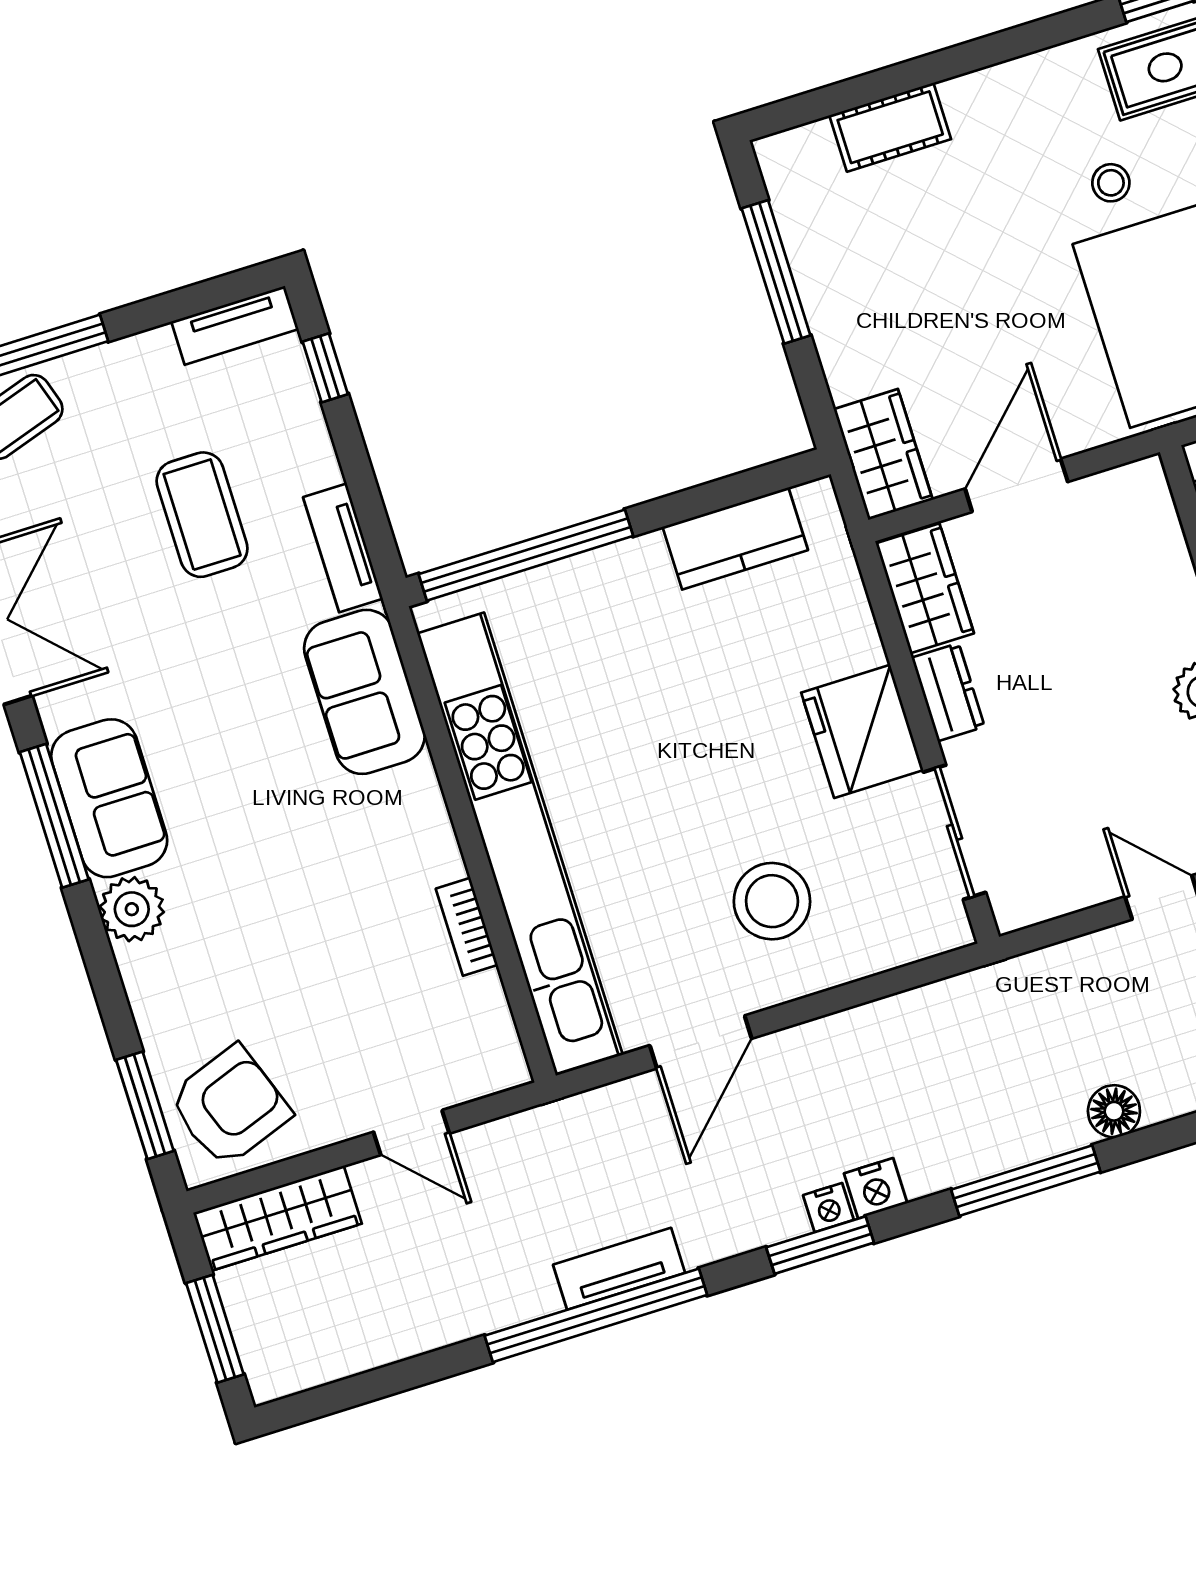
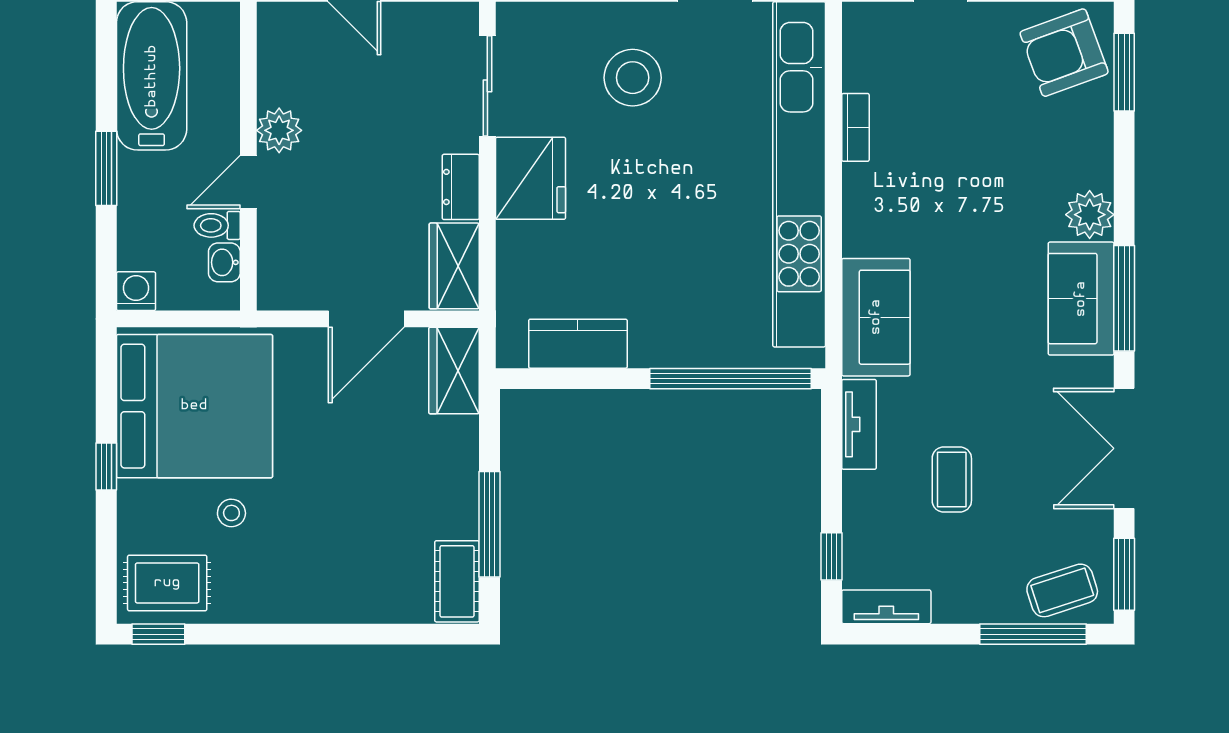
cot: (890, 127) -> (457, 581), moved, turned 90
coffee table: (202, 515) -> (952, 479), width x0.73, depth x0.77

